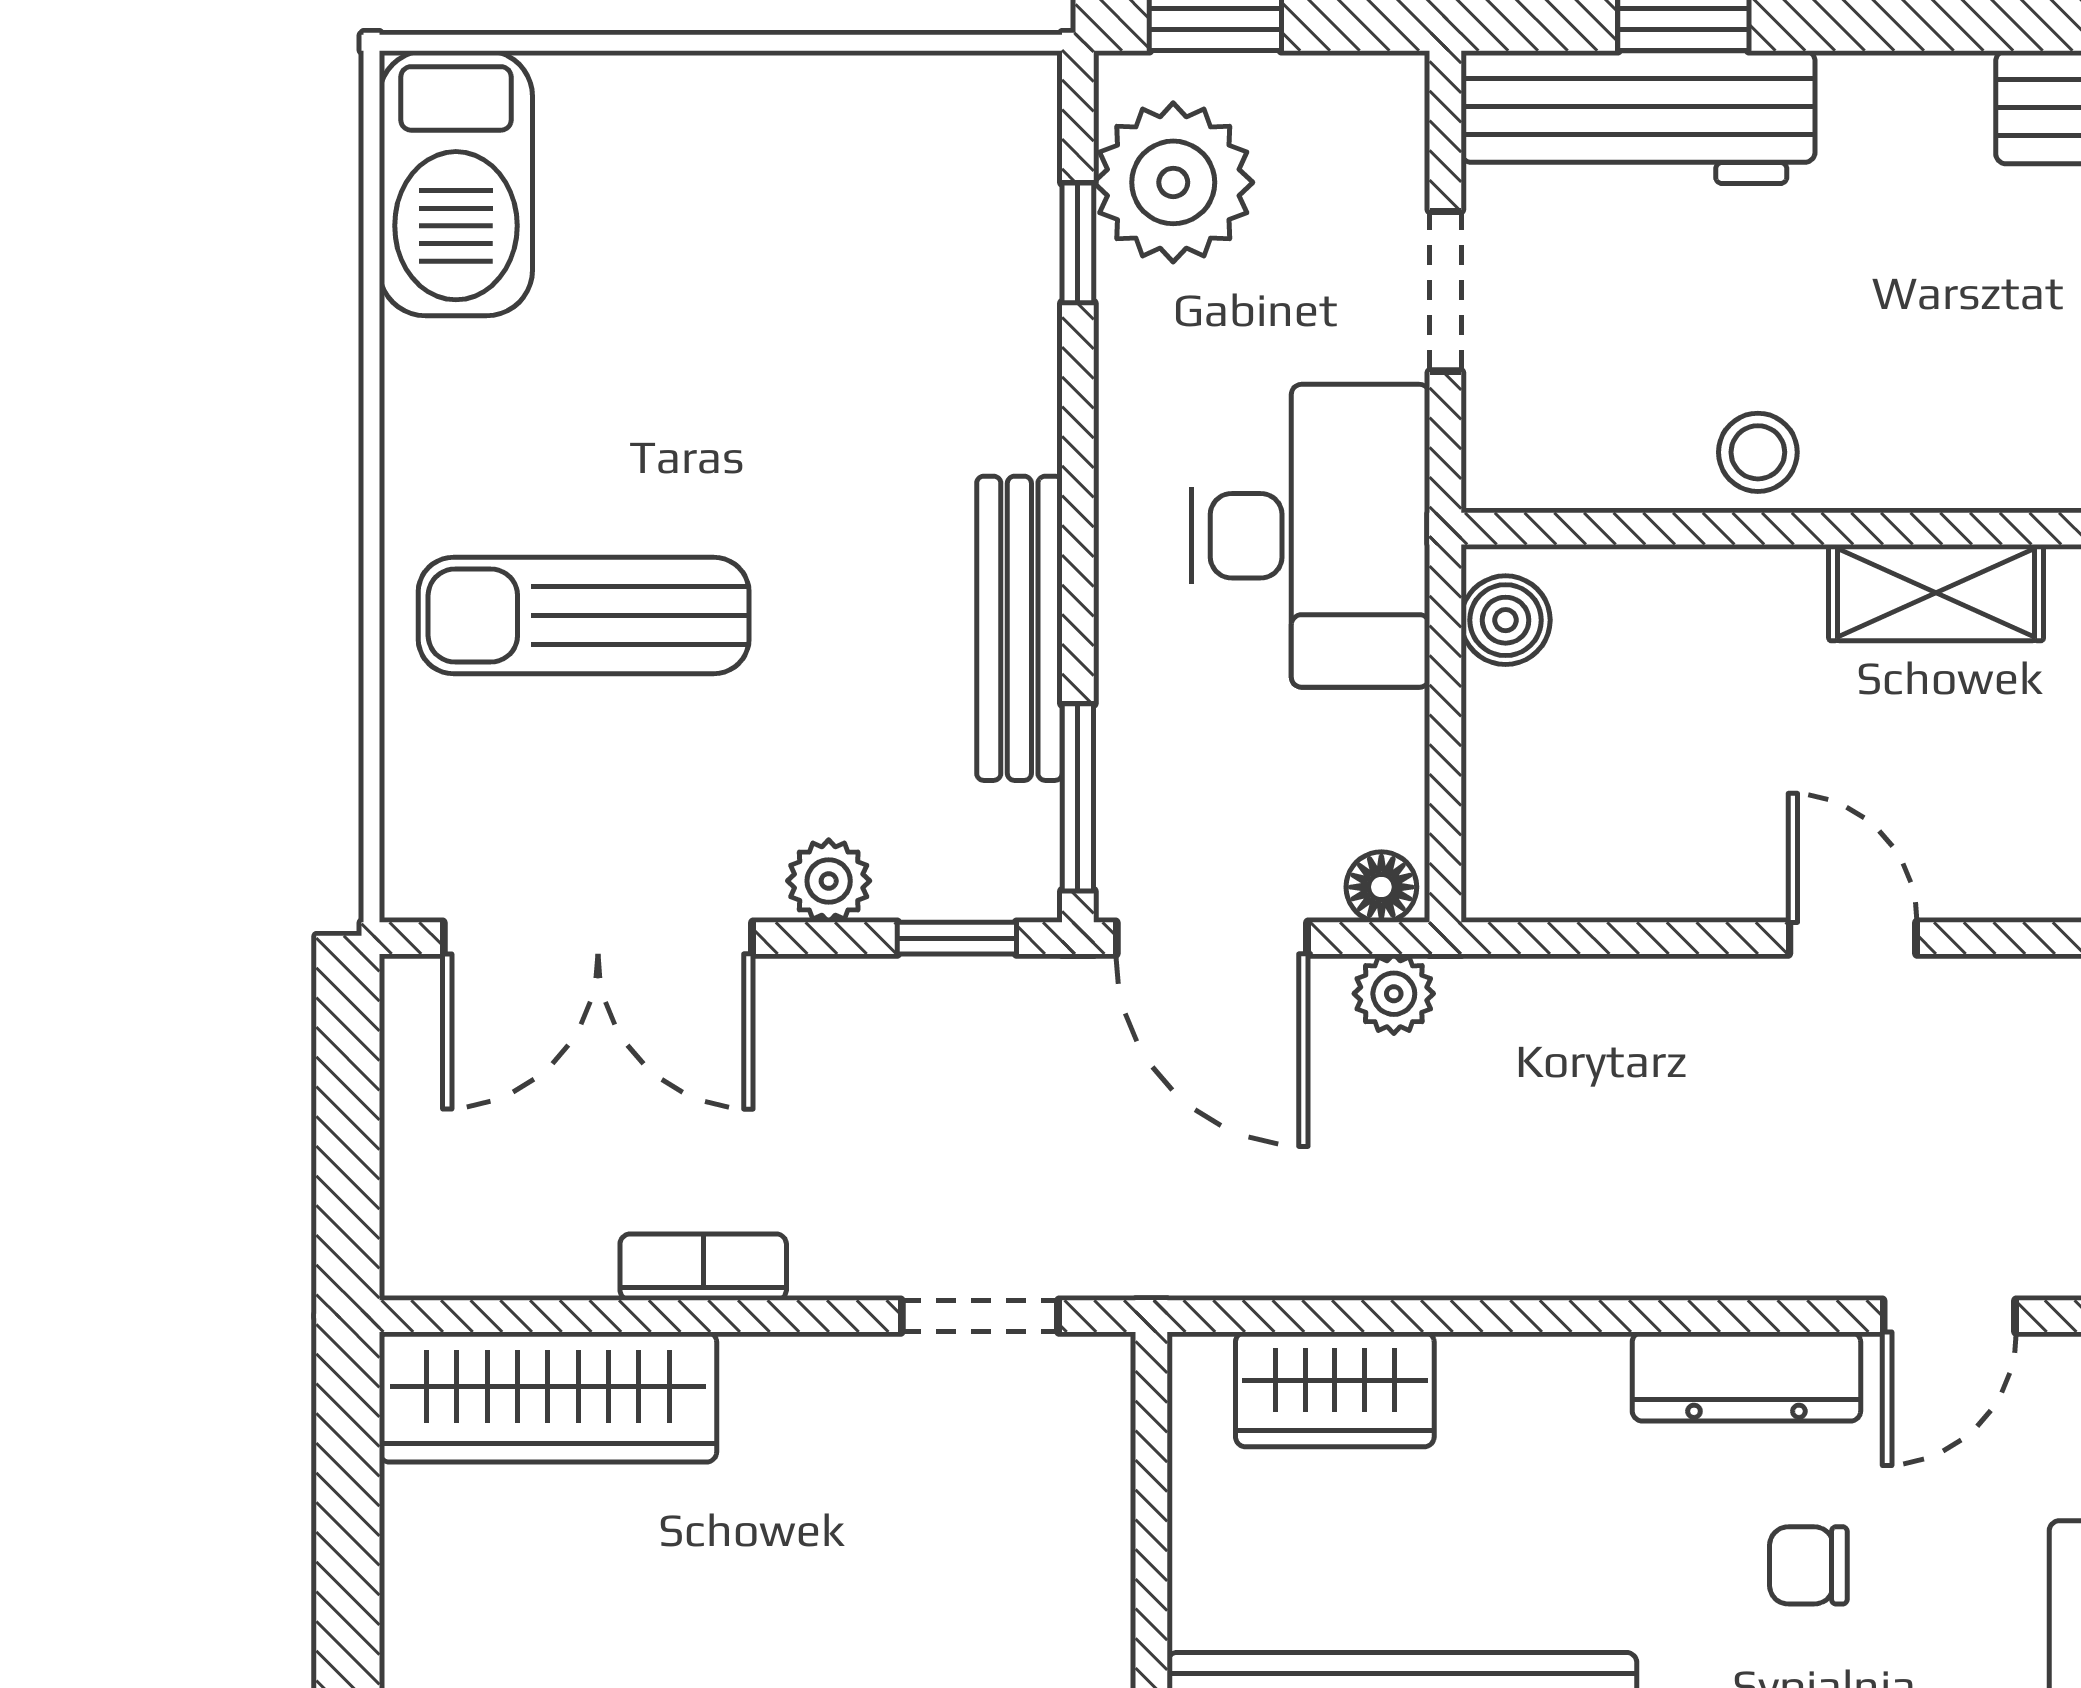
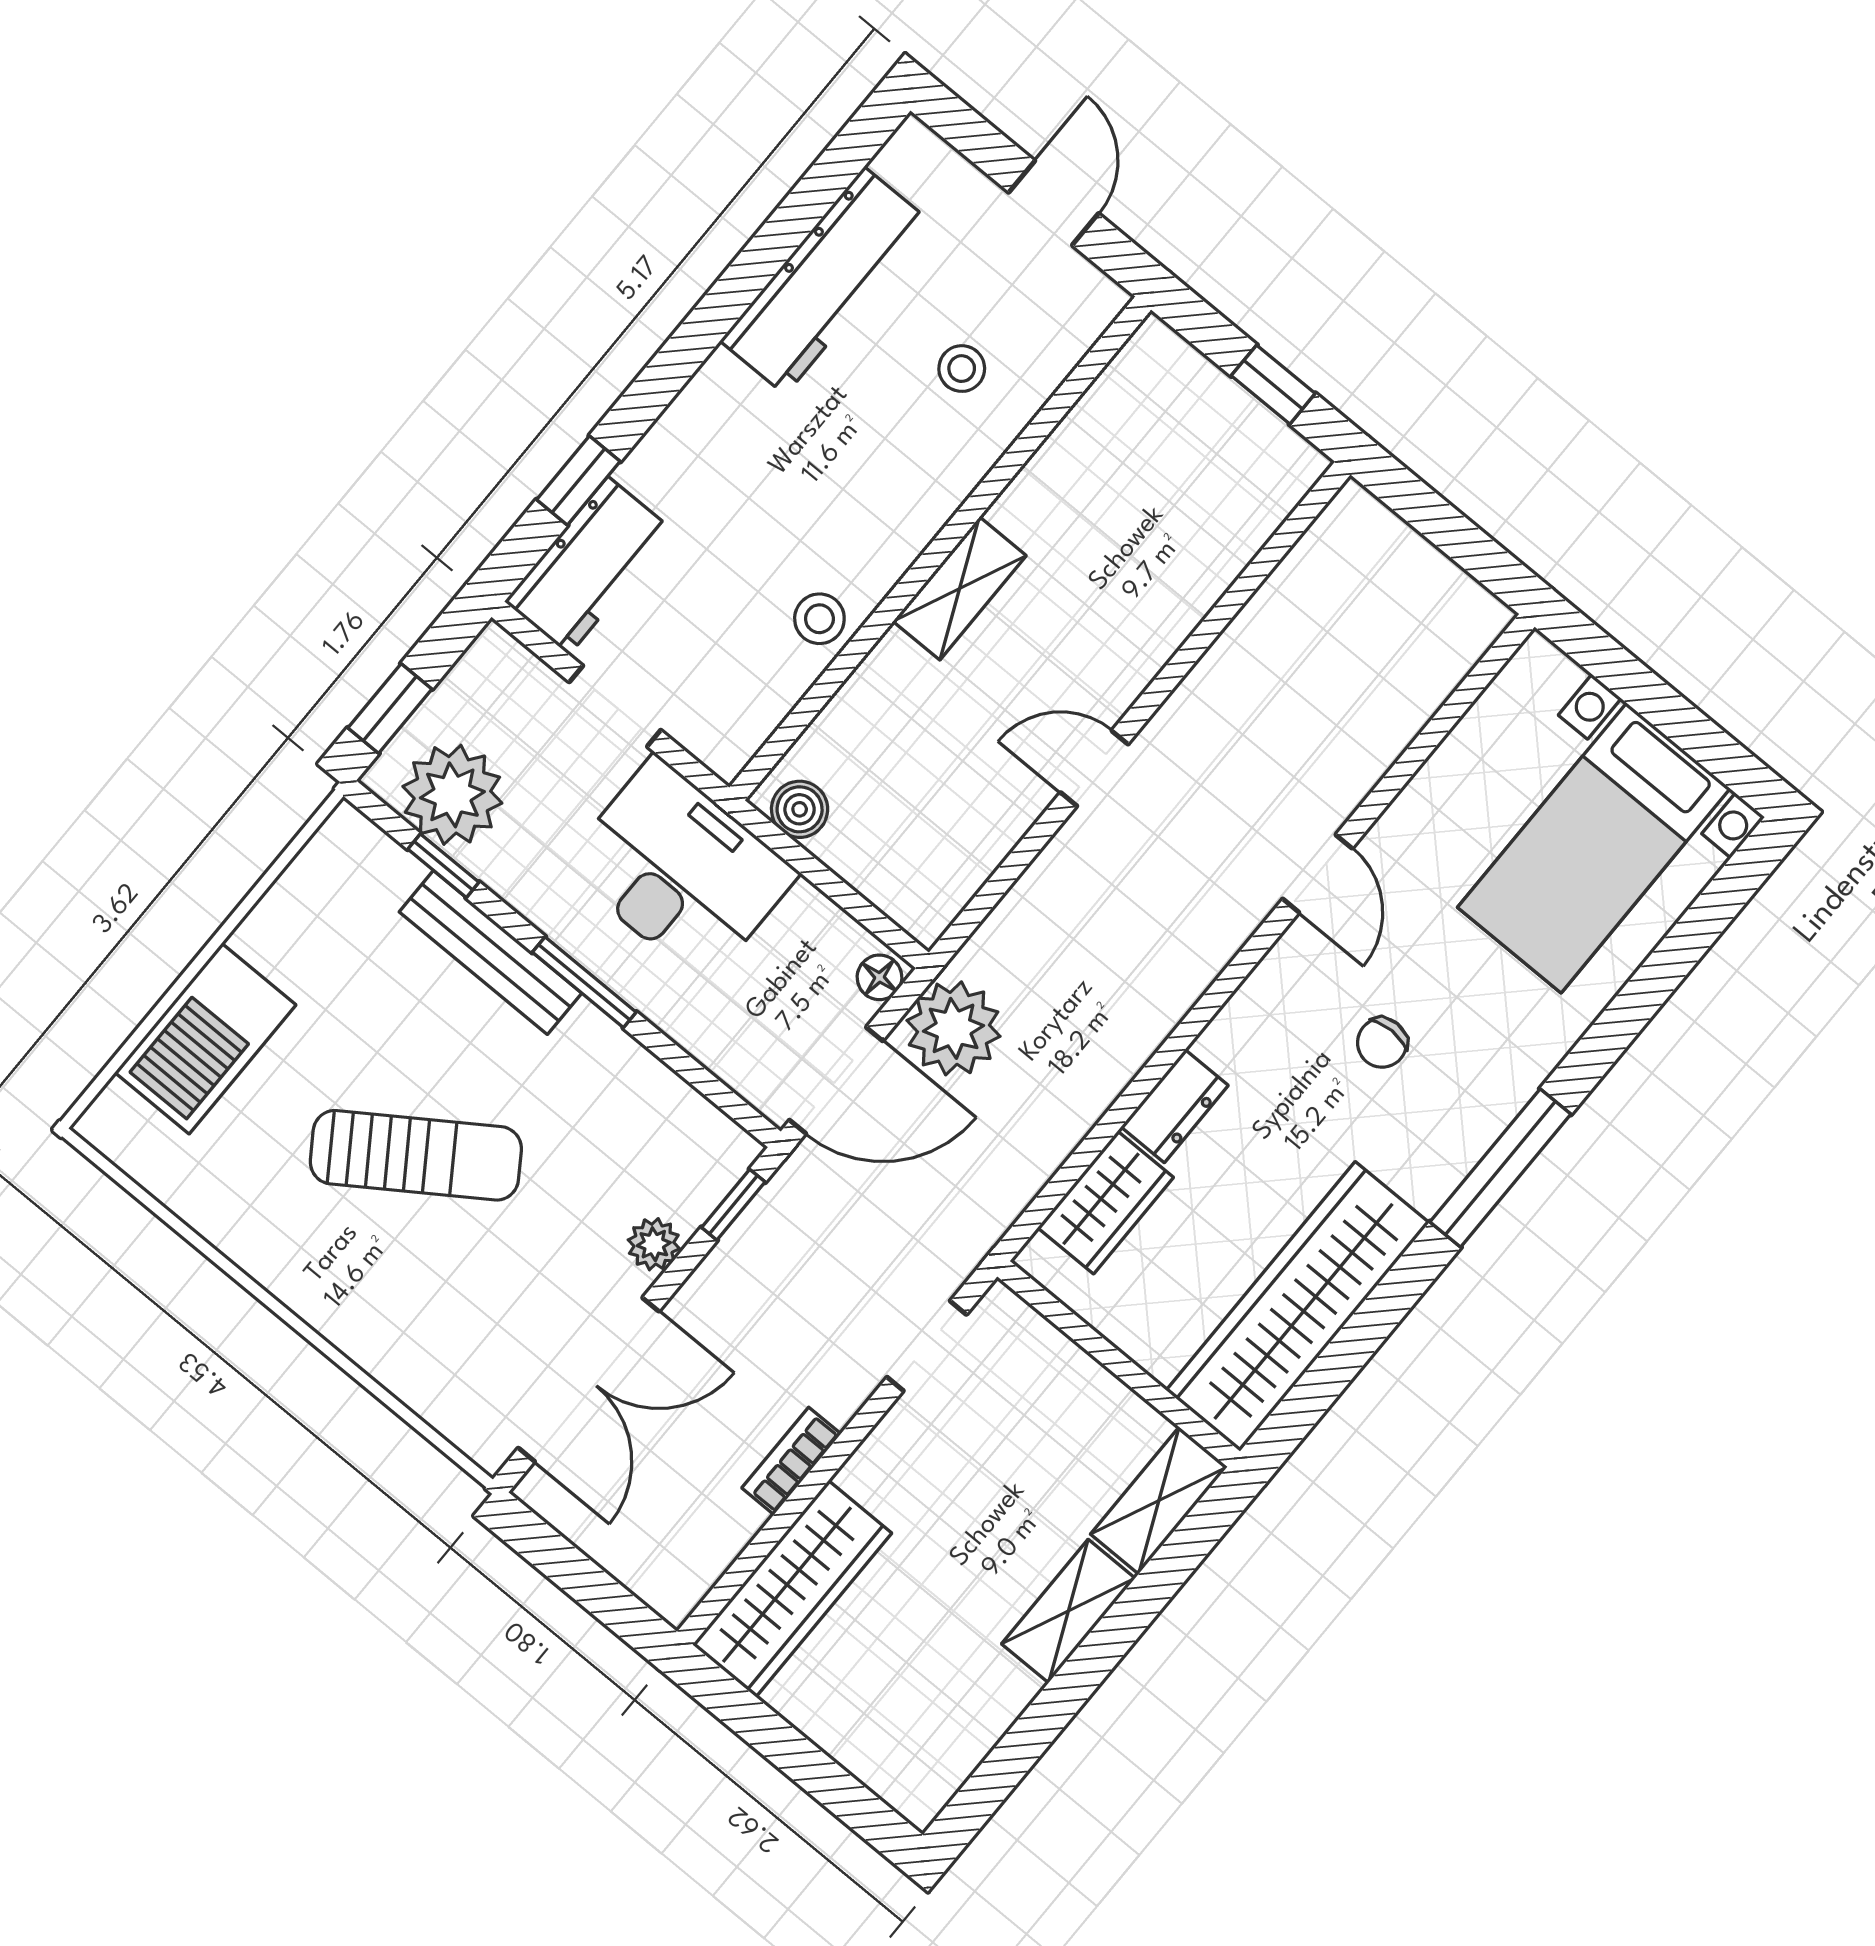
workbench: (1638, 117) -> (588, 566), width x0.73
barbecue: (456, 183) -> (205, 1039), moved, turned 90
sun lounger: (584, 615) -> (416, 1155), moved, turned -124
bench: (1019, 628) -> (490, 952), moved
window: (1078, 797) -> (584, 982), moved
plant: (1394, 994) -> (954, 1028), width x1.88, depth x1.88
dresser: (1746, 1376) -> (1175, 1106), moved, width x0.70

